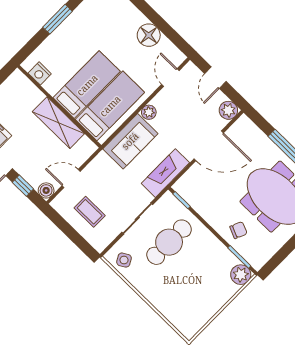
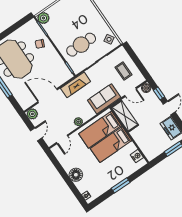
floor lamp: (149, 35) -> (76, 175), moved
shelving: (58, 123) -> (125, 116), moved
sofa: (130, 141) -> (104, 99), moved

